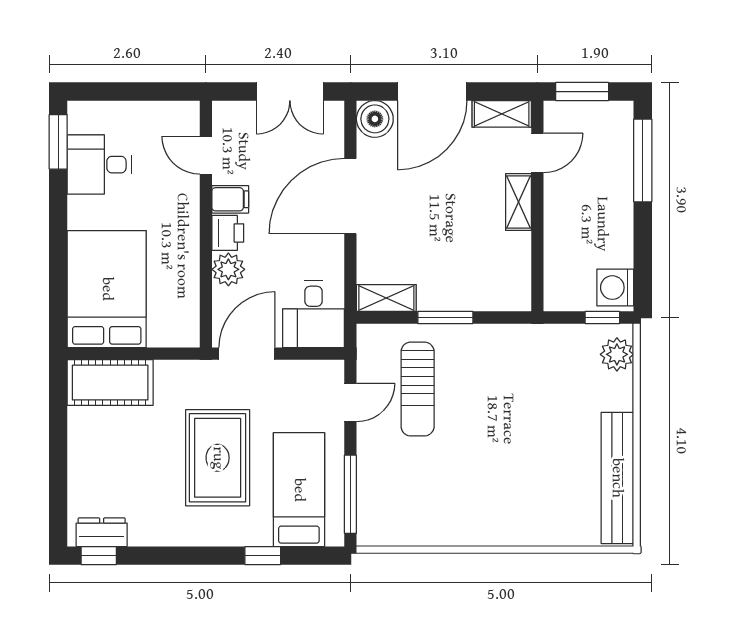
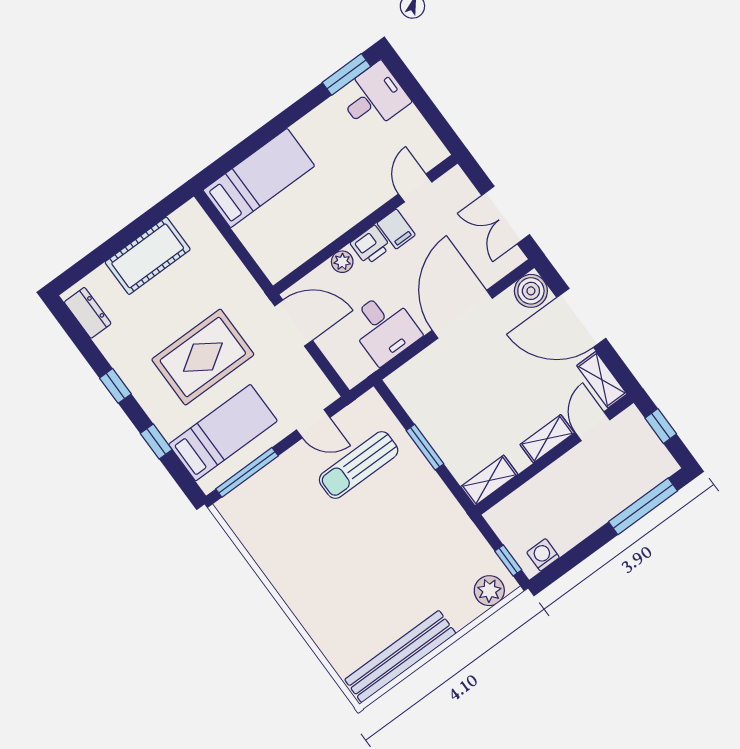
window: (582, 92) -> (661, 426), width x0.67
door: (537, 153) -> (593, 426), swing flipped
desk: (99, 165) -> (374, 97), moved, turned 90
door: (350, 196) -> (462, 314), hinge flipped
plant: (228, 269) -> (342, 262), width x0.73, depth x0.73
washing machine: (615, 288) -> (543, 555), width x0.73, depth x0.73
bed: (107, 289) -> (259, 178), width x0.67
shelving: (386, 298) -> (489, 480), moved, turned 90
desk: (313, 314) -> (384, 328), moved, turned -90
cot: (110, 383) -> (148, 256), moved, turned 90
window: (99, 556) -> (115, 386), moved

